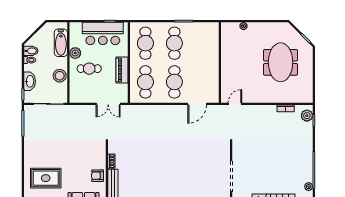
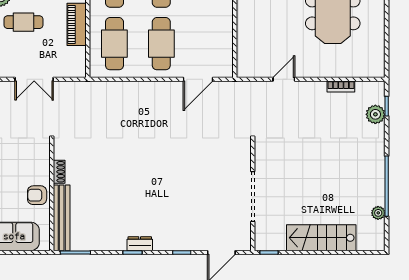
double door: (108, 104) -> (34, 79), moved
door: (235, 104) -> (284, 79), moved
plant: (307, 116) -> (375, 114), moved

